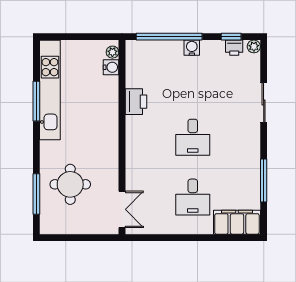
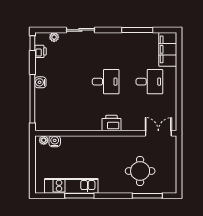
window: (231, 37) -> (32, 43), moved
plant: (254, 46) -> (54, 37), moved
kitchen unit: (50, 90) -> (71, 186), width x0.73
printer: (136, 102) -> (111, 123), moved

